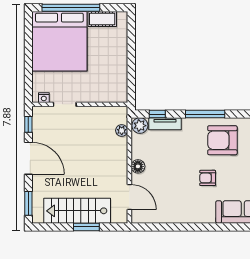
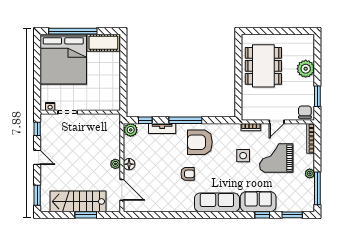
cot: (102, 19) -> (103, 43), width x1.37, depth x1.34
tv unit: (165, 124) -> (162, 128), moved
plant: (122, 130) -> (115, 164), moved
door: (28, 158) -> (37, 157), width x0.53
armchair: (208, 178) -> (188, 174), turned 180

